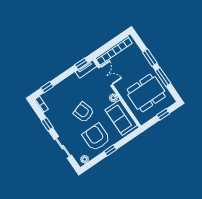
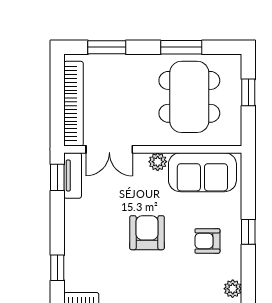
window: (150, 58) -> (107, 47), moved
double door: (106, 76) -> (109, 149), swing flipped
armchair: (84, 112) -> (147, 233), turned 108
armchair: (96, 137) -> (207, 241), width x0.53, depth x0.53

